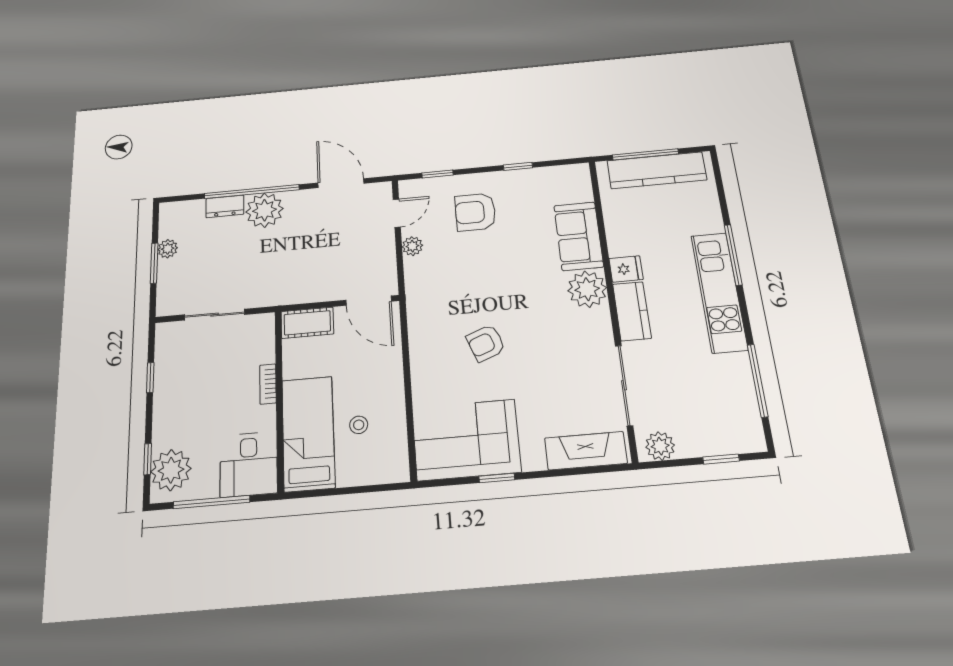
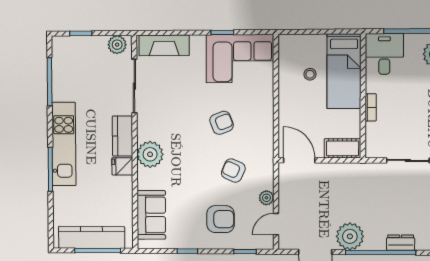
plant: (265, 210) -> (350, 236), moved
sofa: (579, 236) -> (151, 215), moved
armchair: (463, 278) -> (233, 171), added

